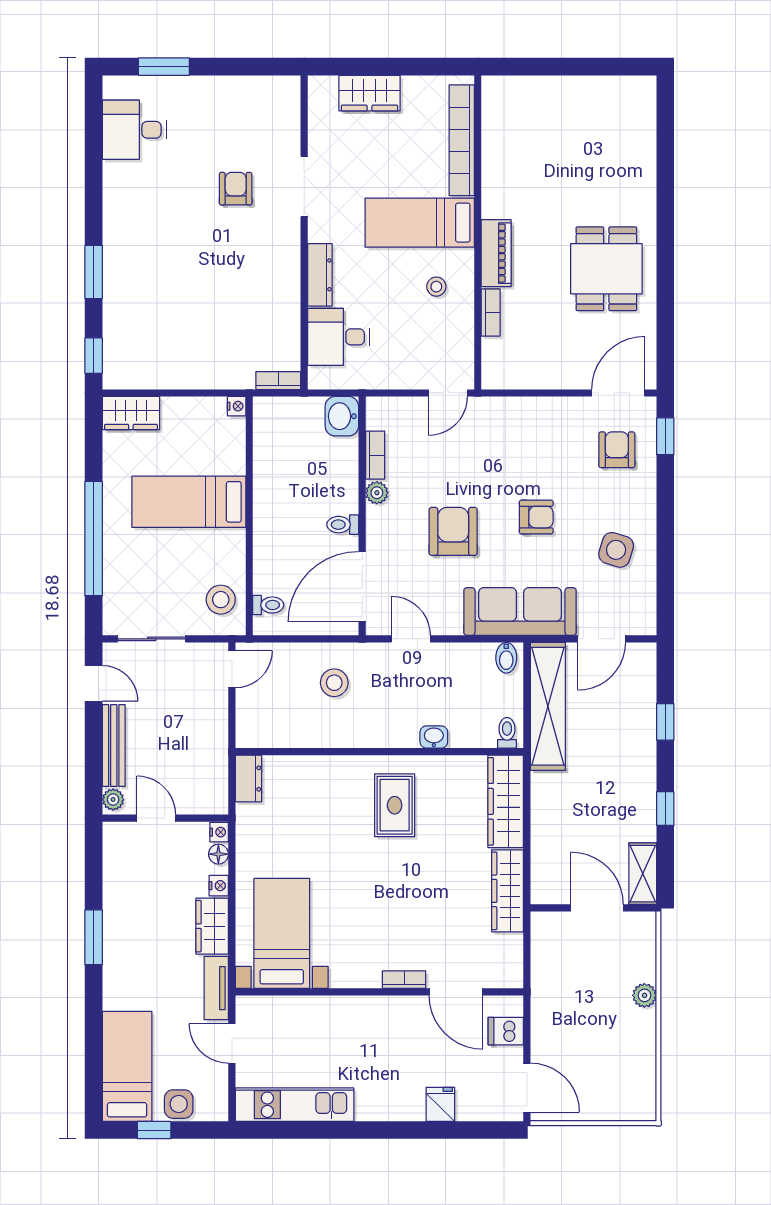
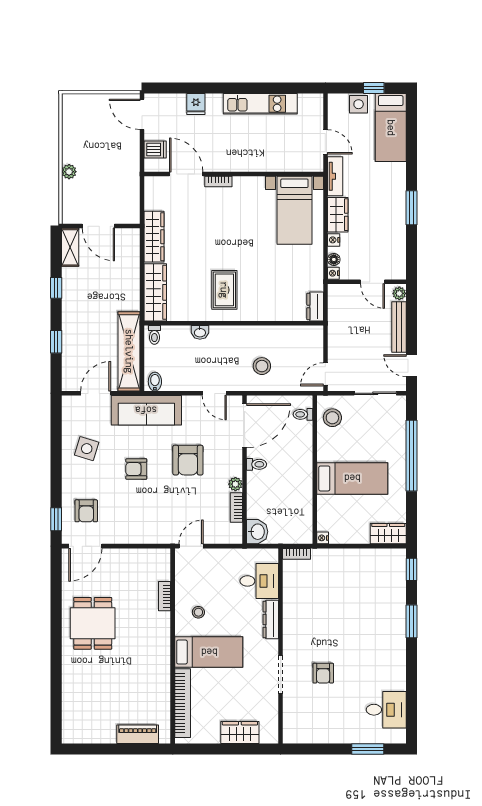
piano: (496, 253) -> (138, 734), moved, turned 90
kitchen unit: (295, 1105) -> (260, 104), moved

